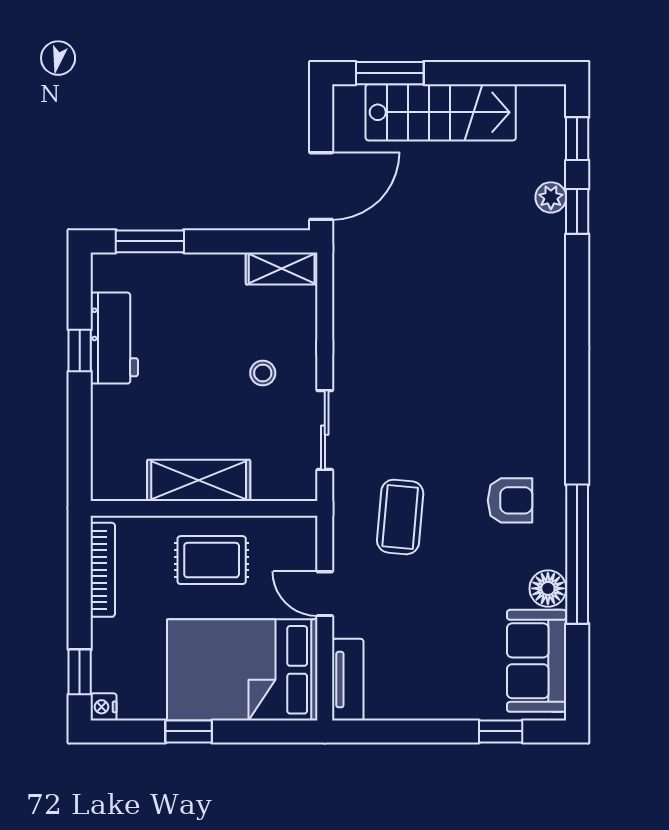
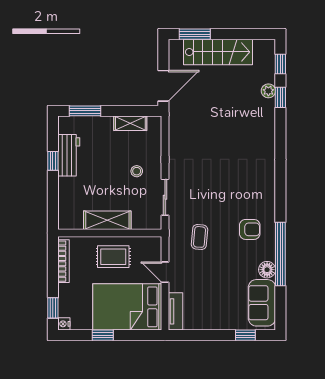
shelving: (282, 268) -> (130, 123), moved
coffee table: (400, 517) -> (199, 237), width x0.73, depth x0.77

